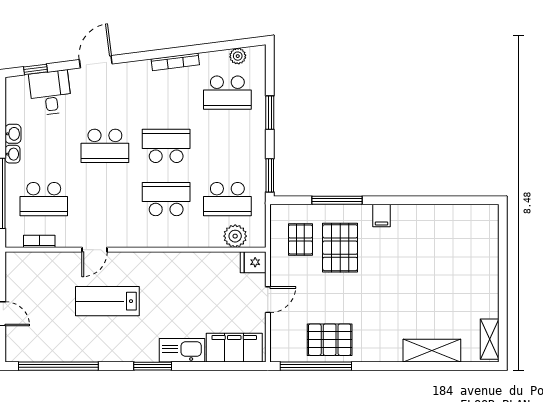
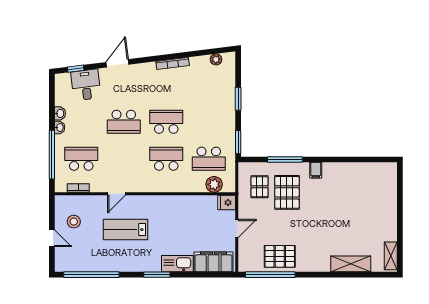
school desk: (227, 93) -> (209, 85), removed
school desk: (44, 199) -> (81, 159), turned 180
stool: (33, 290) -> (74, 222), added

